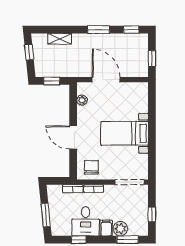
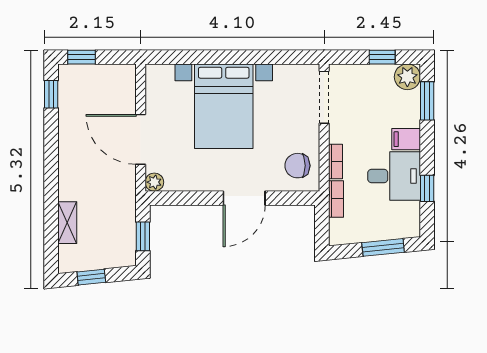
window: (99, 30) -> (51, 153), removed
window: (152, 59) -> (82, 57), moved
door: (106, 80) -> (141, 139), hinge flipped
plant: (82, 100) -> (154, 182), moved
bed with nightstands: (125, 133) -> (224, 106), width x1.36
plant: (120, 229) -> (407, 77), moved

